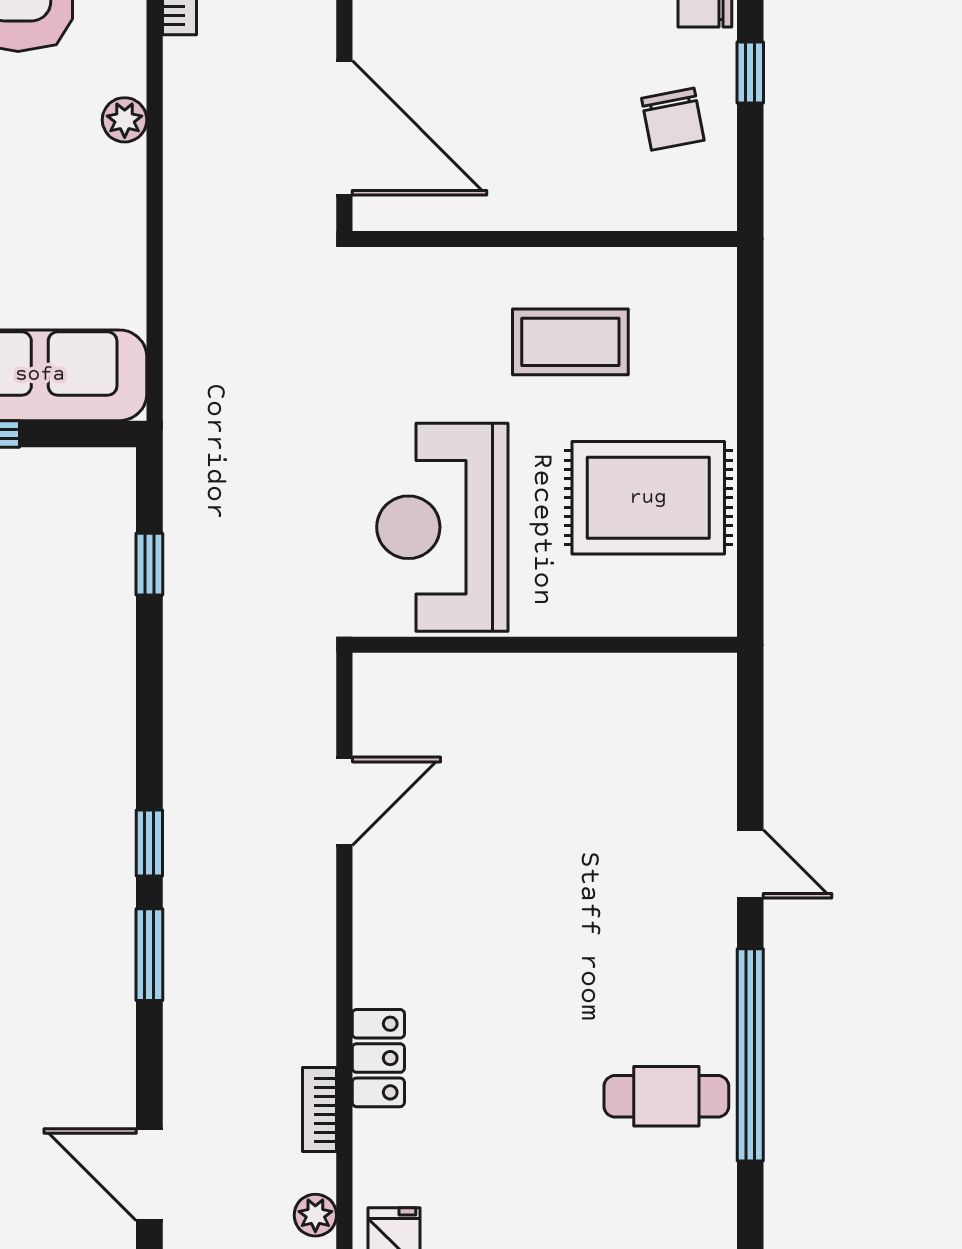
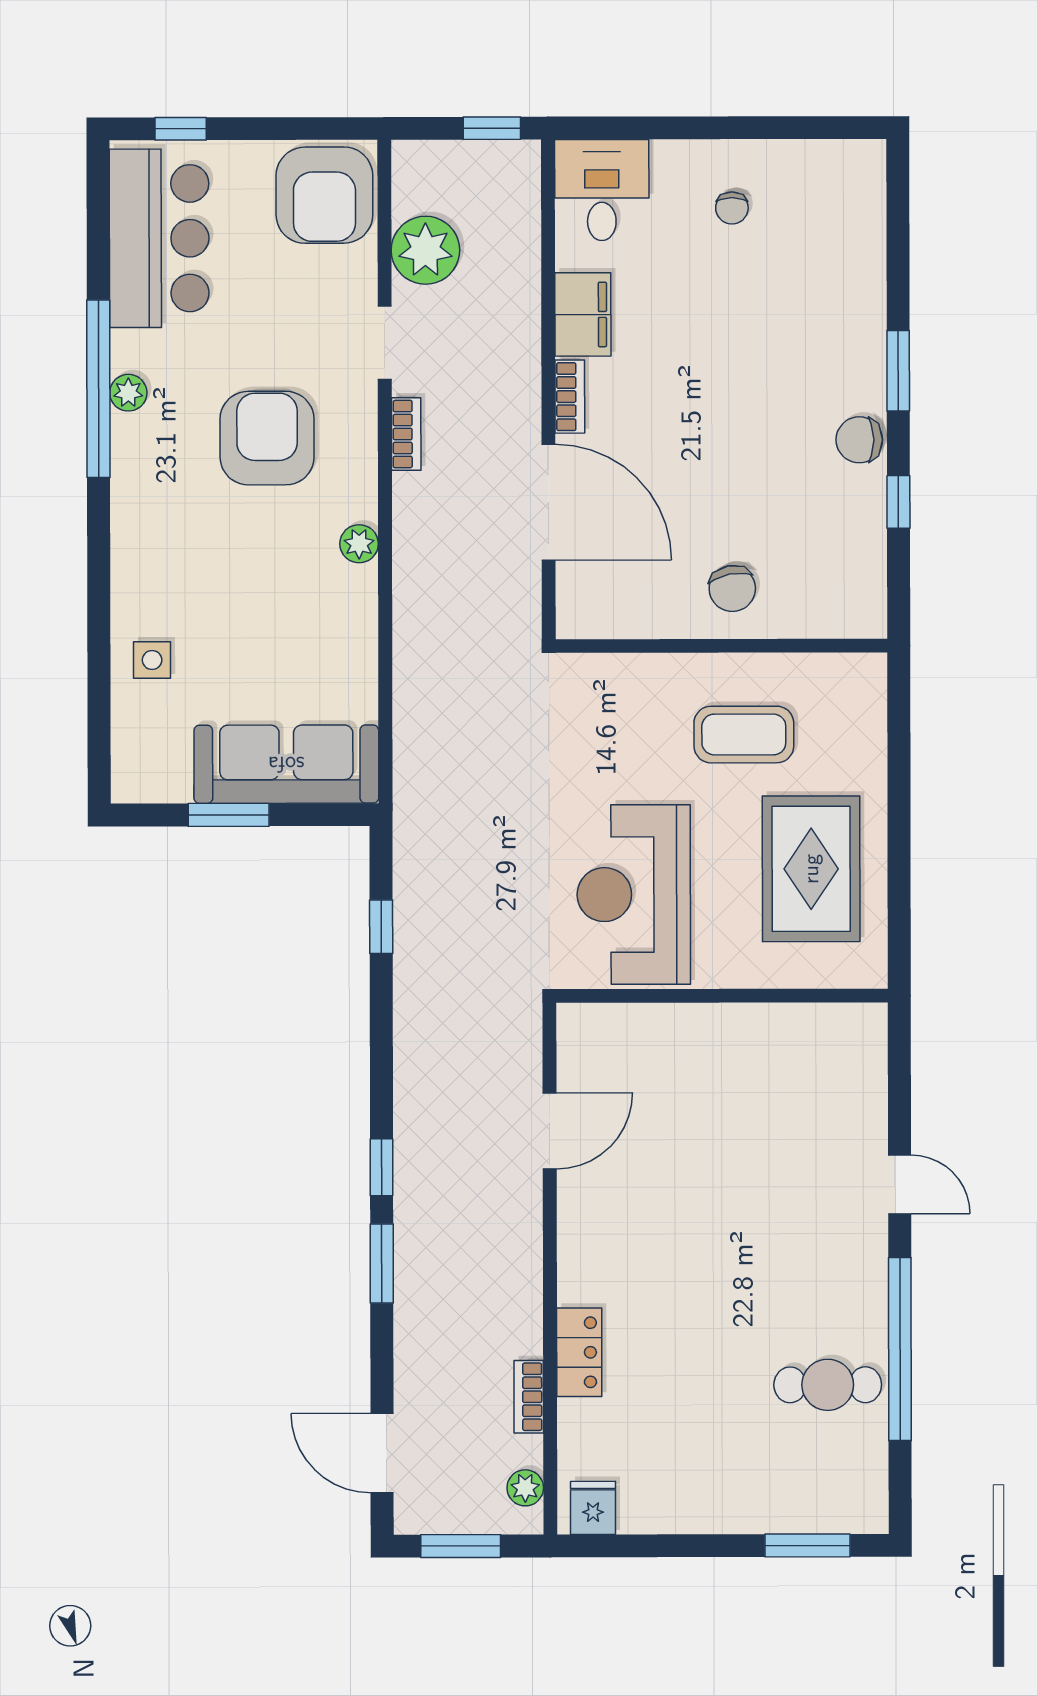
chair: (673, 119) -> (732, 589), moved
door: (344, 128) -> (549, 502), moved
rug: (648, 498) -> (811, 869), turned 90

